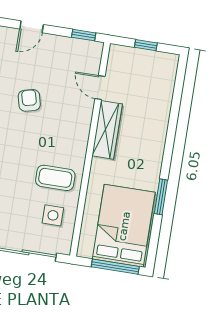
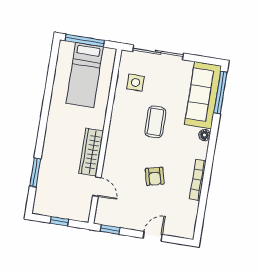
coffee table: (55, 178) -> (155, 122), moved, turned 90
window: (161, 197) -> (35, 172), moved
bed: (124, 226) -> (85, 75), width x0.67

